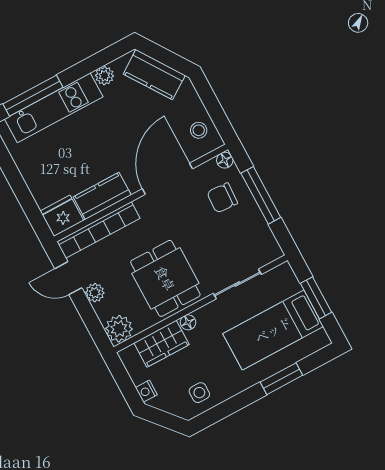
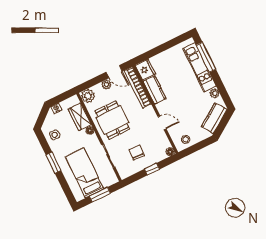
door: (167, 179) -> (162, 123), width x0.53
window: (261, 195) -> (152, 169), width x0.46
chair: (222, 198) -> (137, 153), moved
door: (68, 278) -> (114, 72), swing flipped
dining table: (165, 278) -> (112, 120), turned 90
window: (281, 379) -> (54, 163), moved

